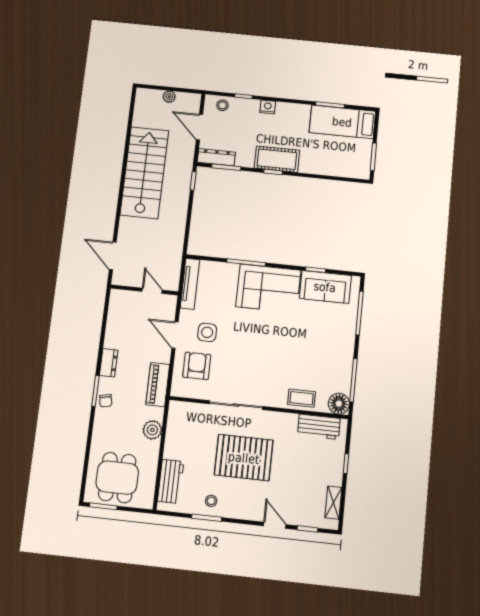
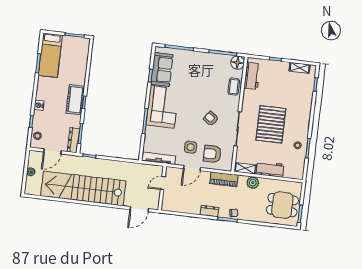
stairs: (144, 173) -> (83, 188), width x1.36
armchair: (251, 363) -> (211, 119), added
shelving: (175, 418) -> (245, 168), added
workbench: (171, 481) -> (270, 169), moved
door: (275, 525) -> (313, 105), removed

